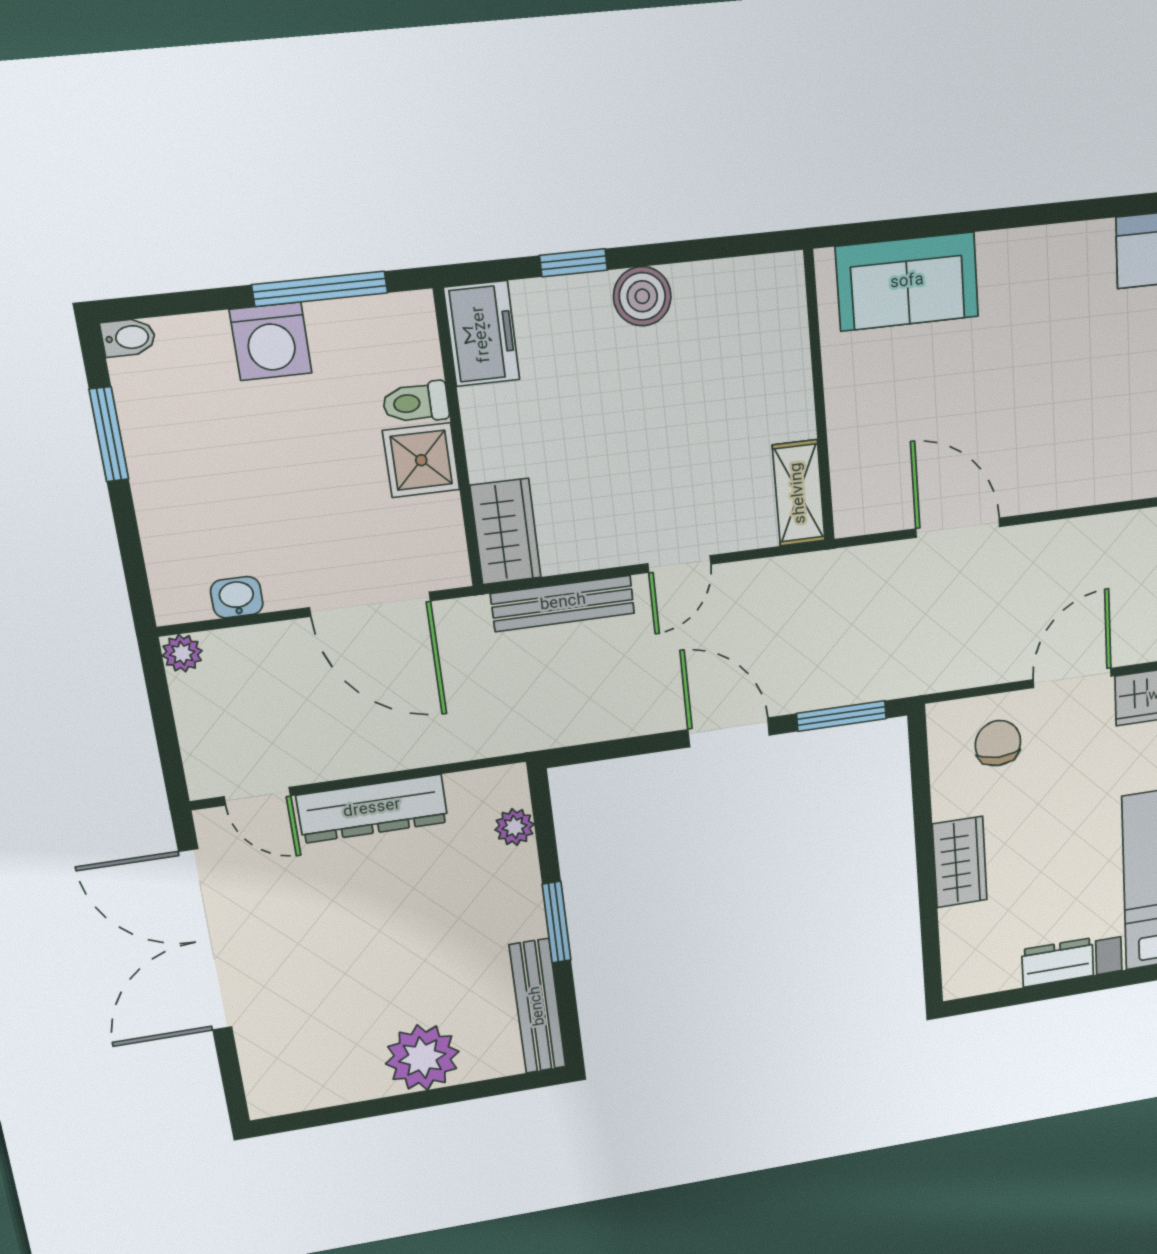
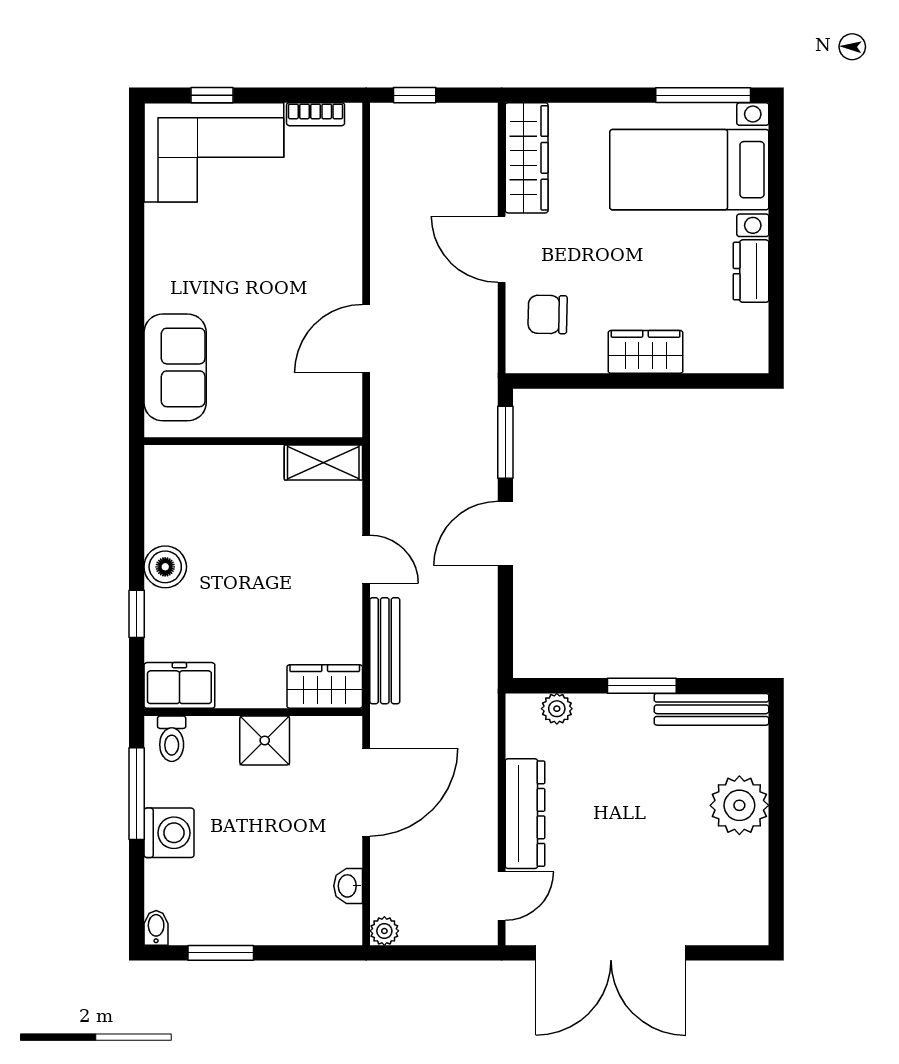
toilet: (416, 403) -> (172, 739), moved

